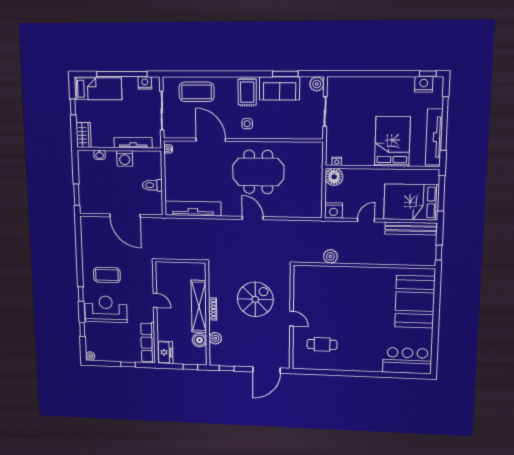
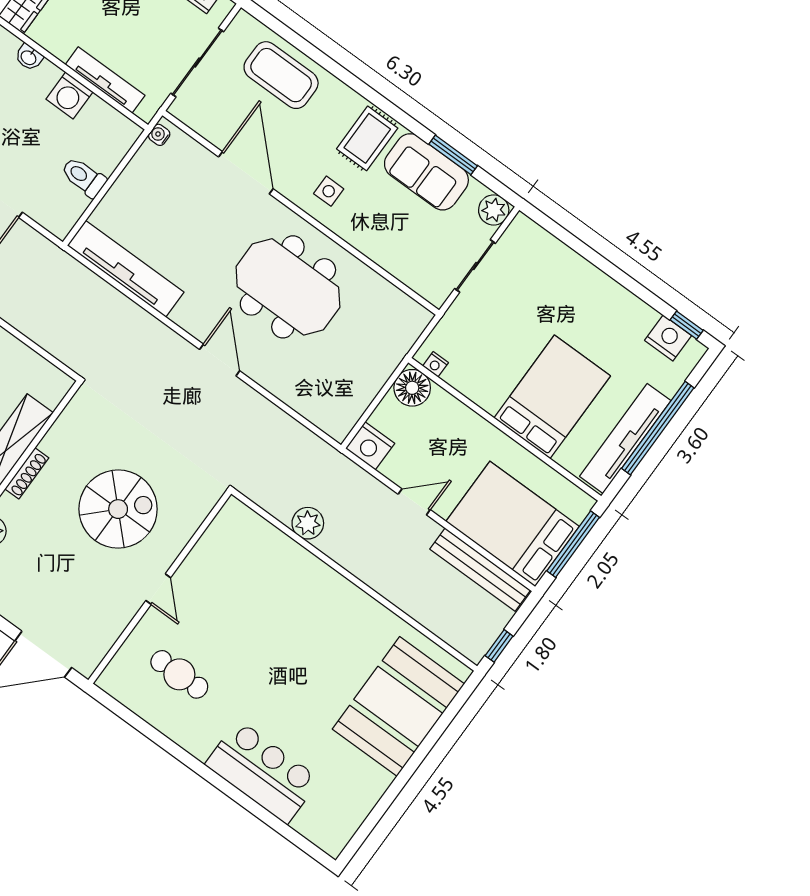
bar counter: (407, 361) -> (262, 772), moved

